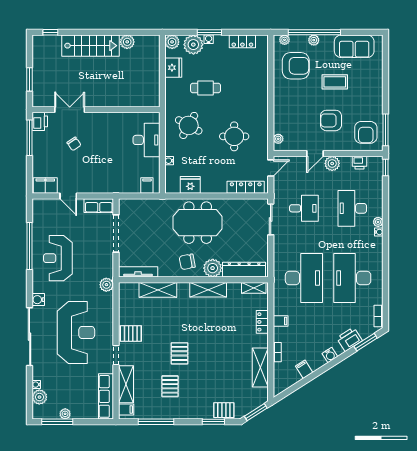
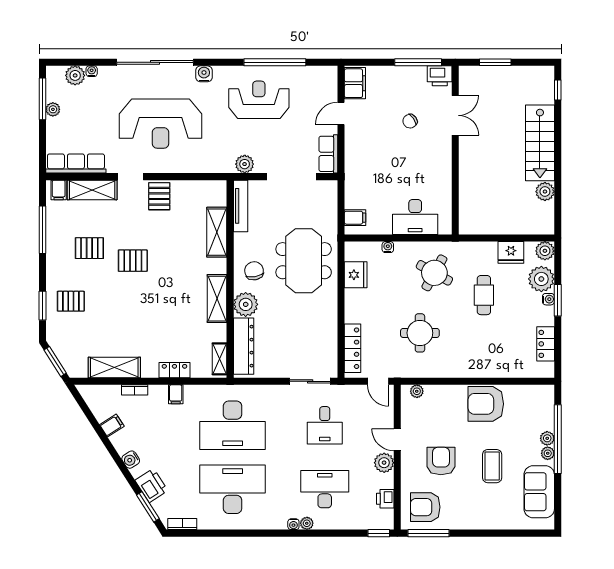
plant: (285, 40) -> (548, 453), moved
armchair: (296, 66) -> (486, 404), moved, turned 90
meeting table: (198, 223) -> (304, 261), moved
plant: (106, 285) -> (245, 164), moved
pallet: (224, 410) -> (71, 301), moved, turned 90

